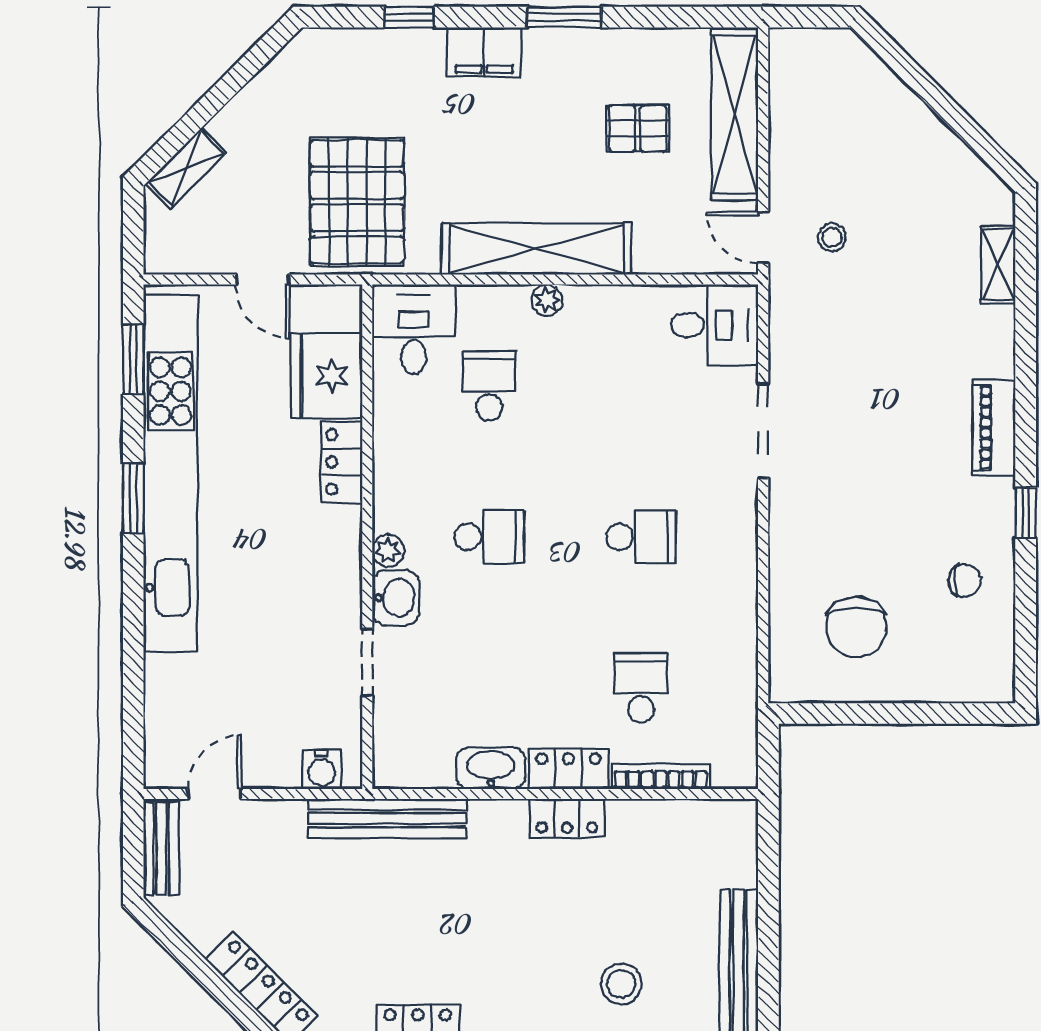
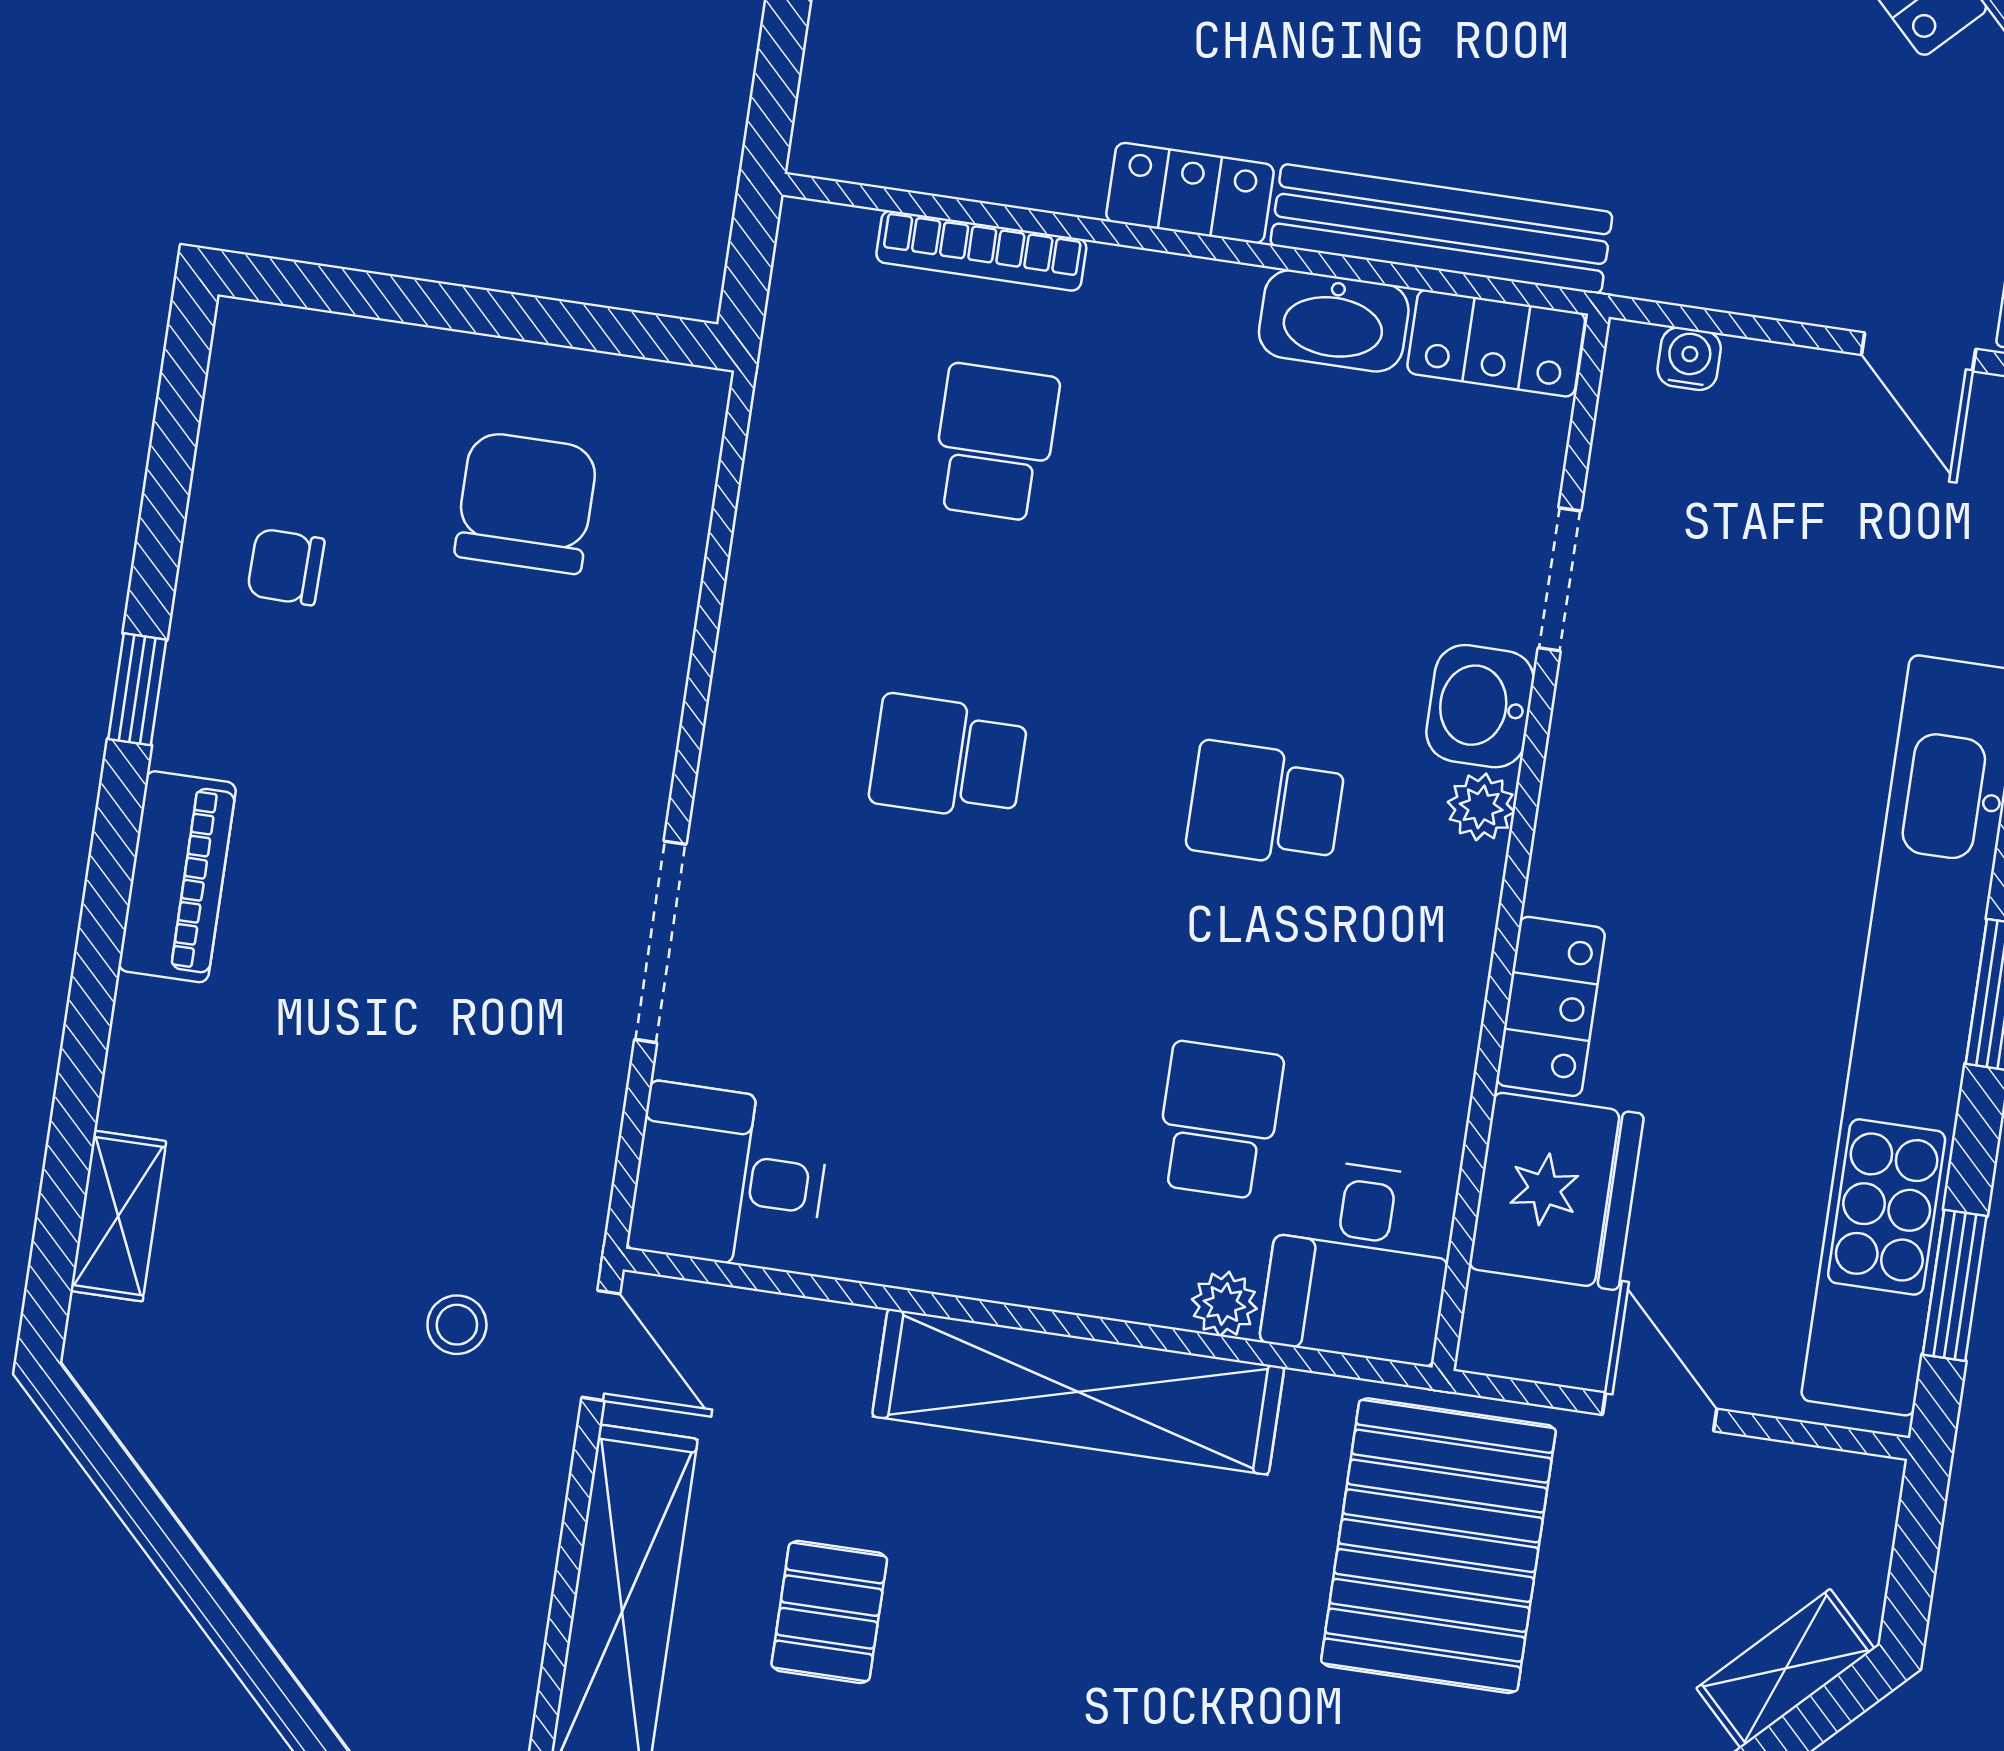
pallet: (638, 129) -> (829, 1612), turned 90
plant: (547, 300) -> (1224, 1304), moved
school desk: (489, 386) -> (1219, 1120), turned 180
school desk: (641, 688) -> (995, 442), turned 180
water cooler: (322, 769) -> (1689, 359), width x0.72, depth x0.72
locker: (568, 769) -> (1496, 343), moved
door: (215, 794) -> (1919, 352), hinge flipped
bench: (387, 818) -> (1441, 229), moved

